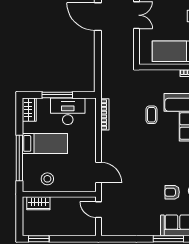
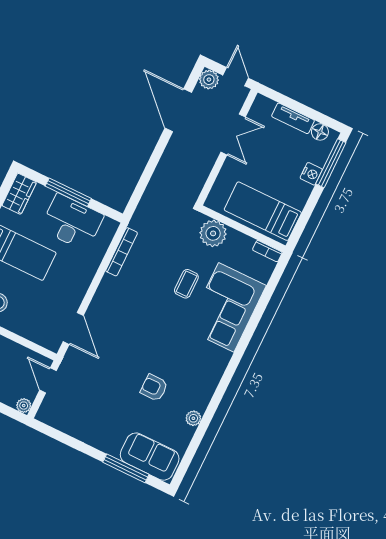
plant: (153, 78) -> (213, 233), added
armchair: (172, 192) -> (154, 388), moved
plant: (91, 231) -> (24, 406), added

